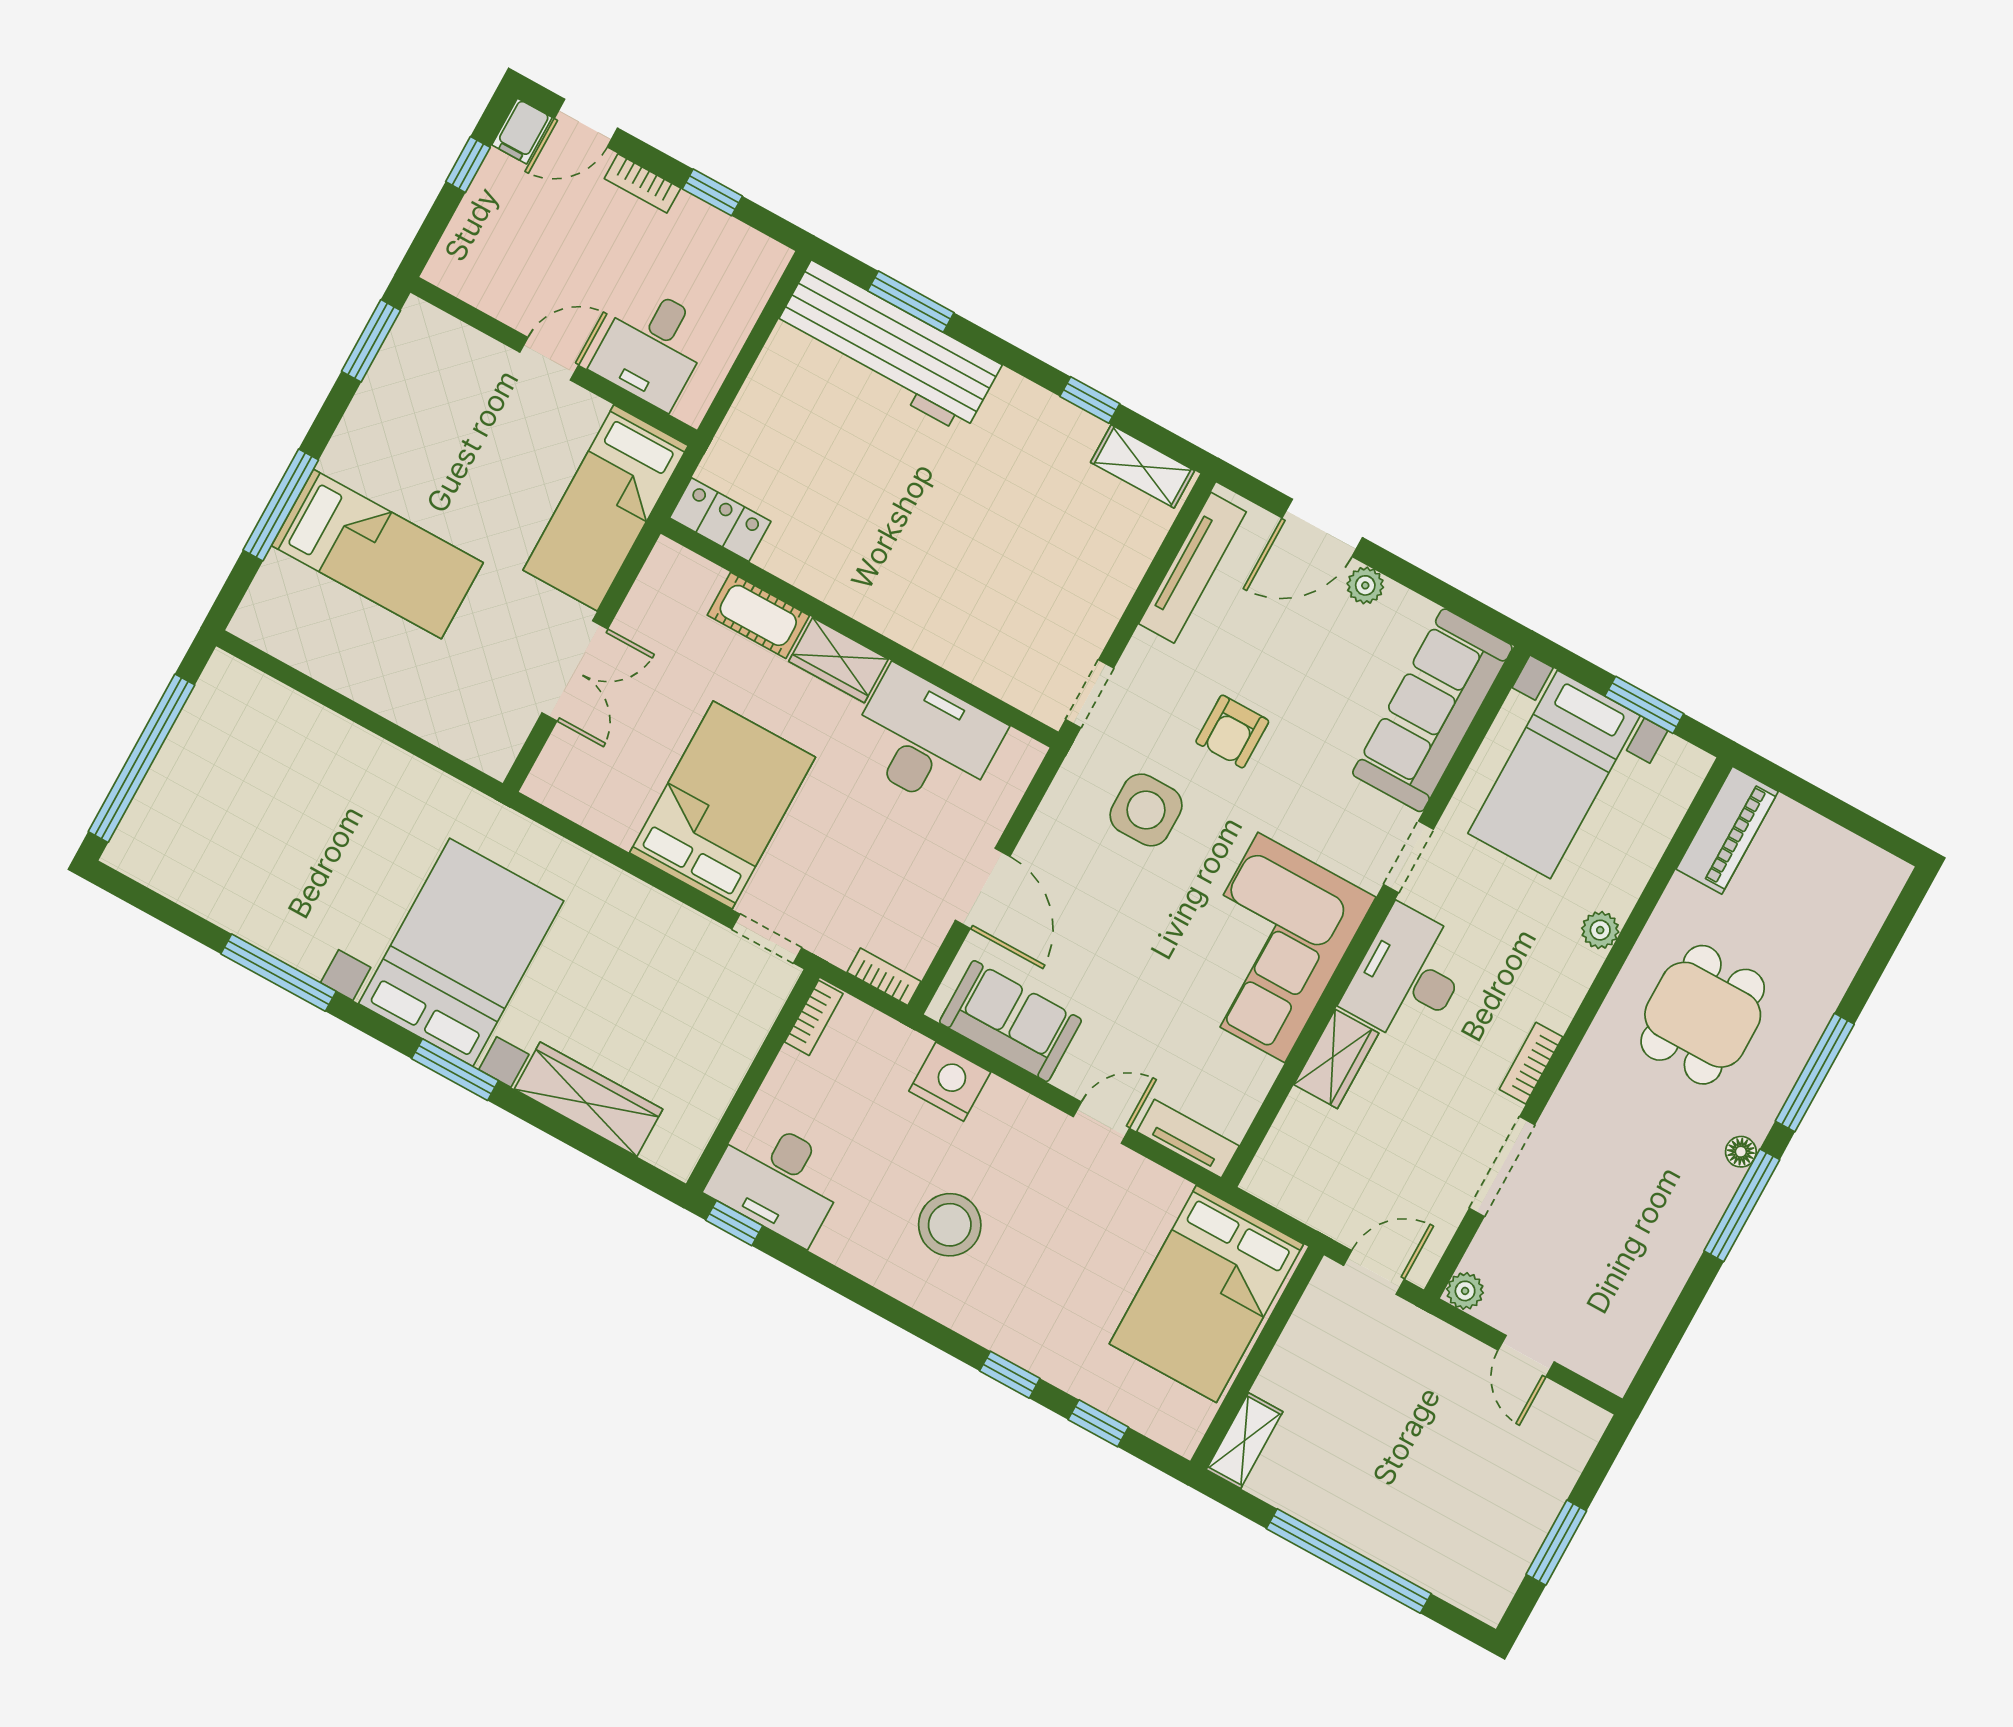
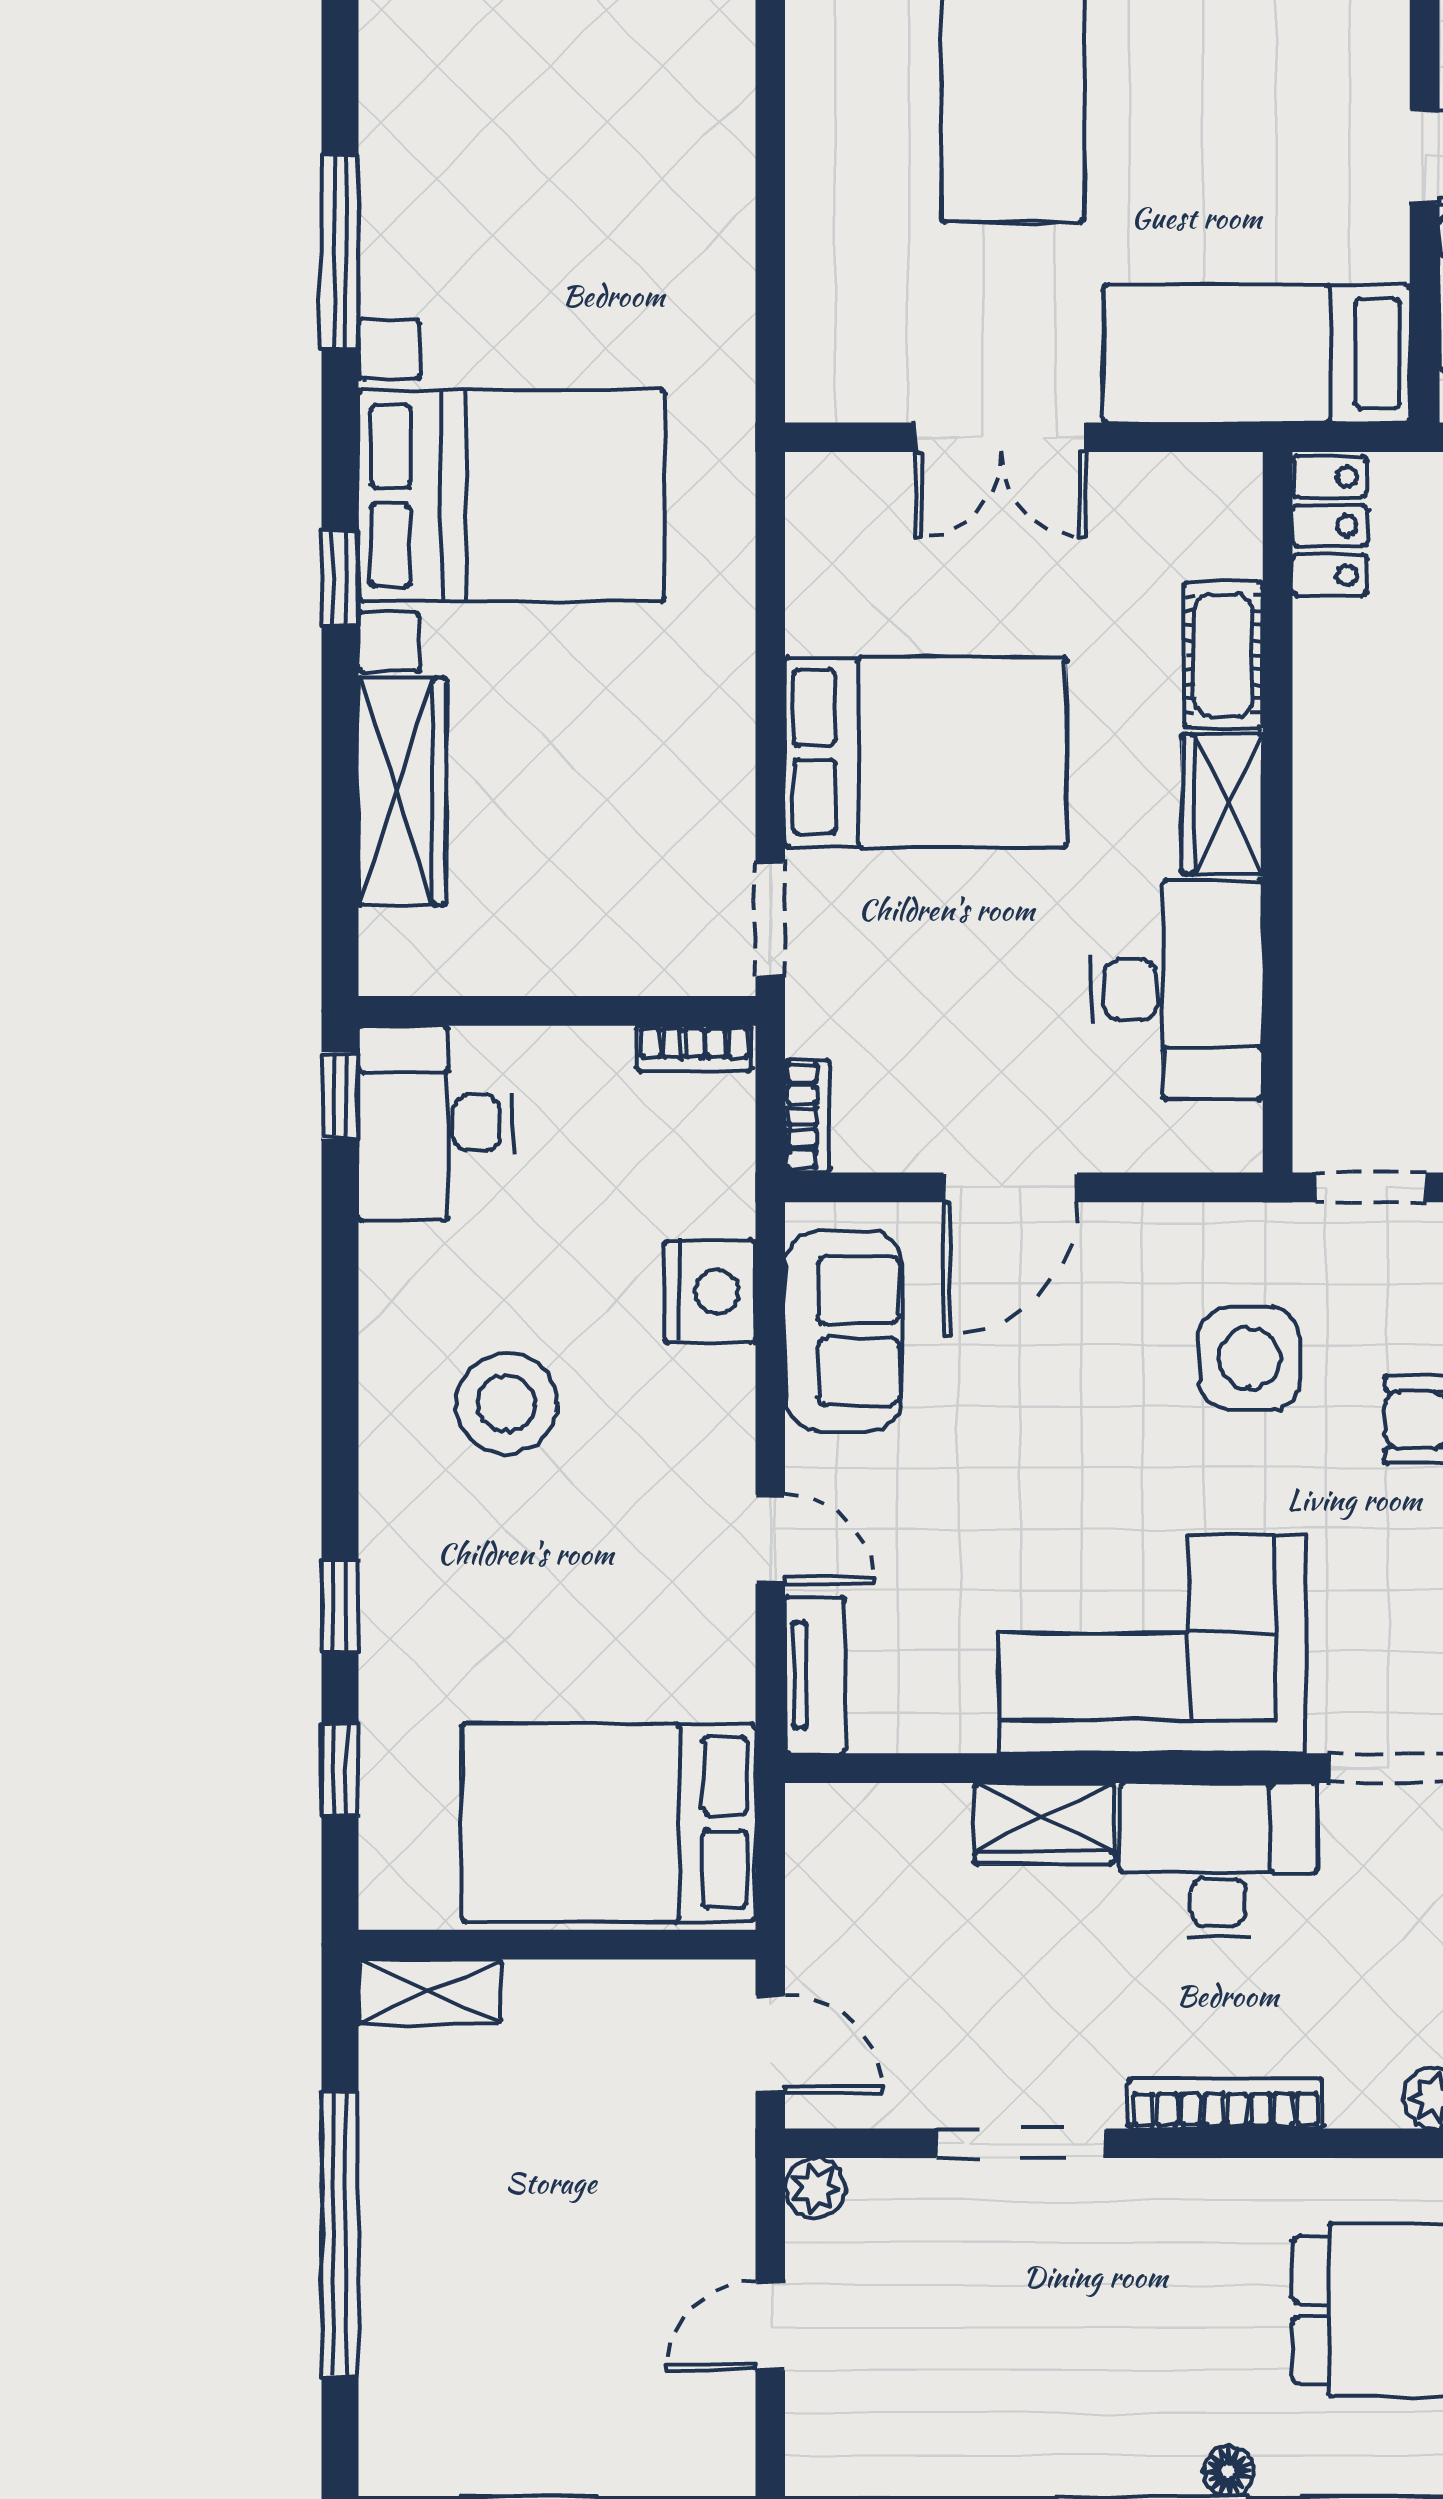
bookcase: (1531, 1063) -> (1225, 2104), width x1.56
window: (455, 1070) -> (340, 579), width x0.67

